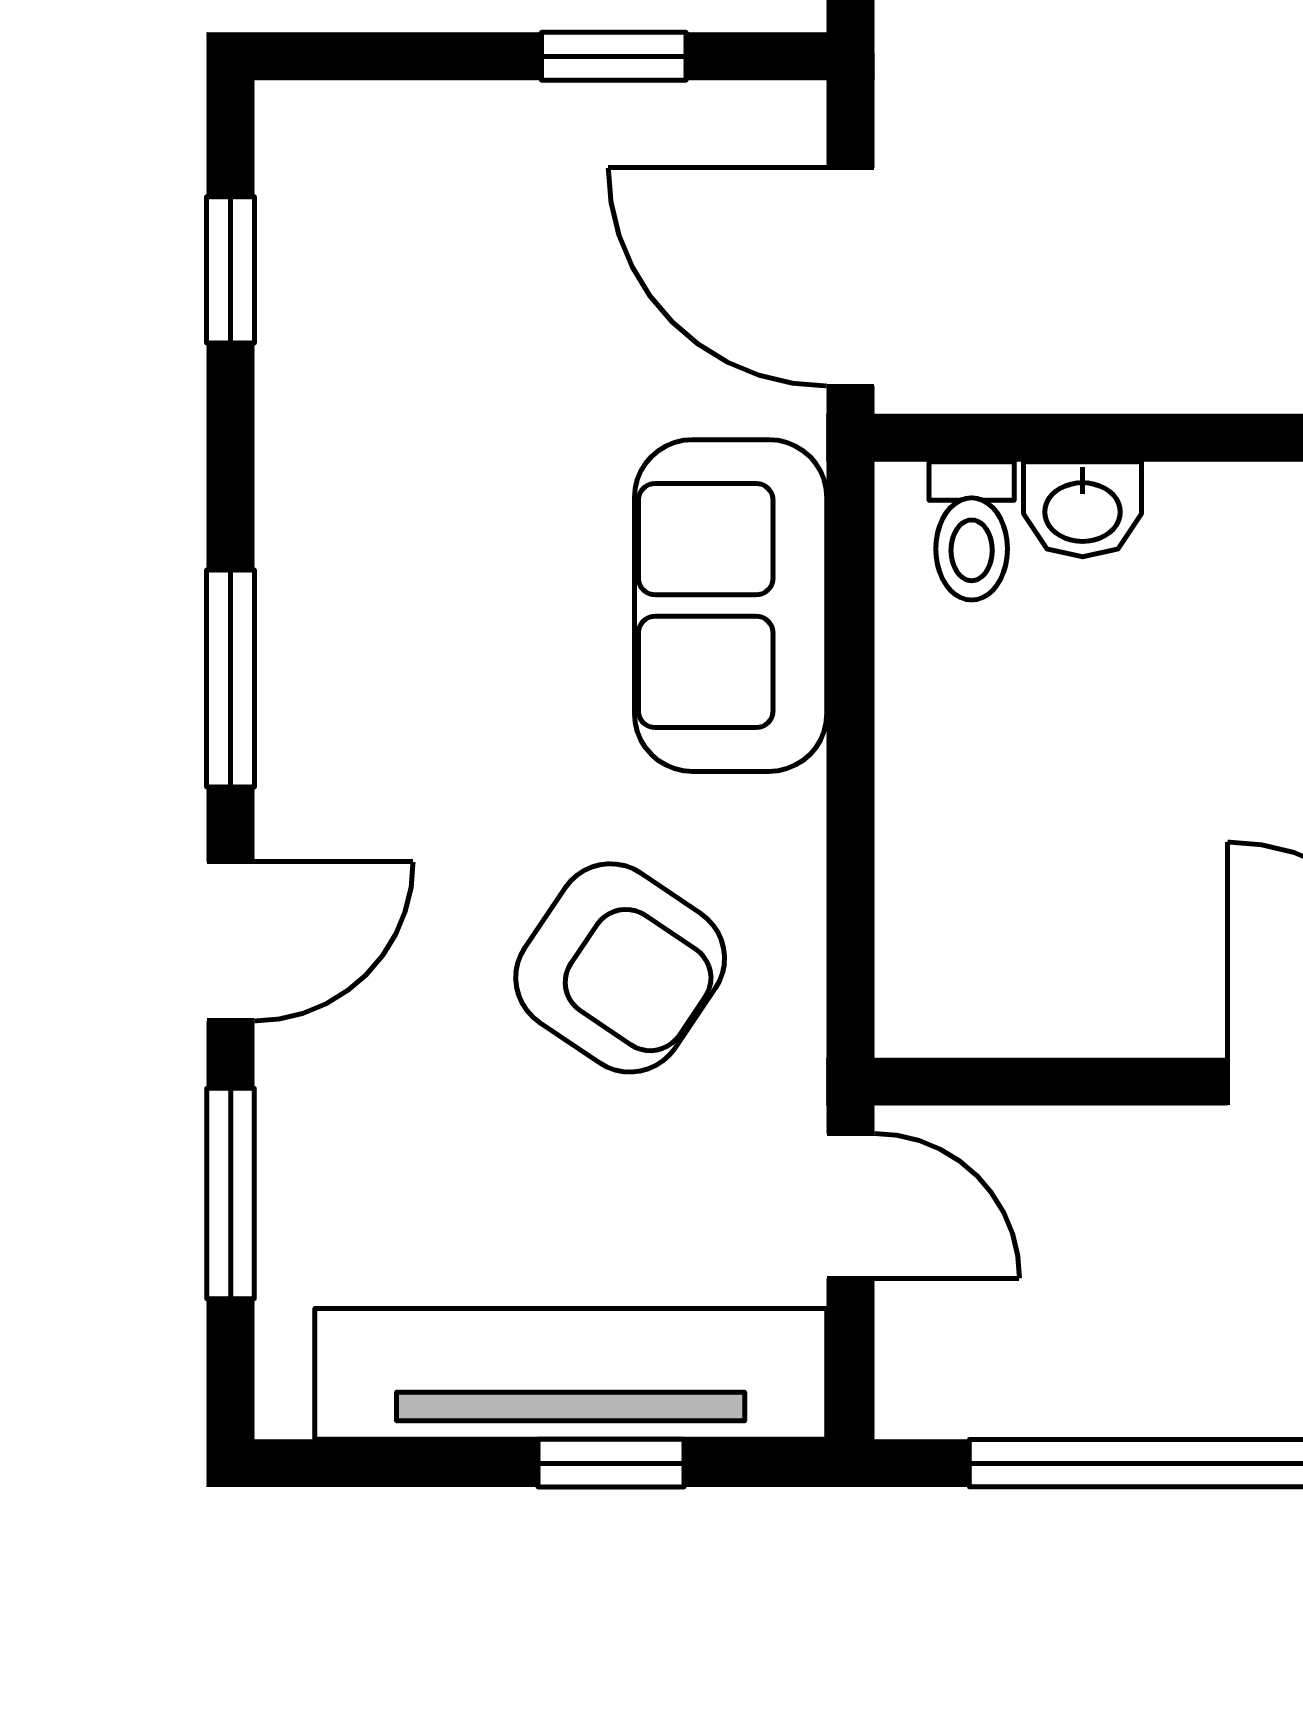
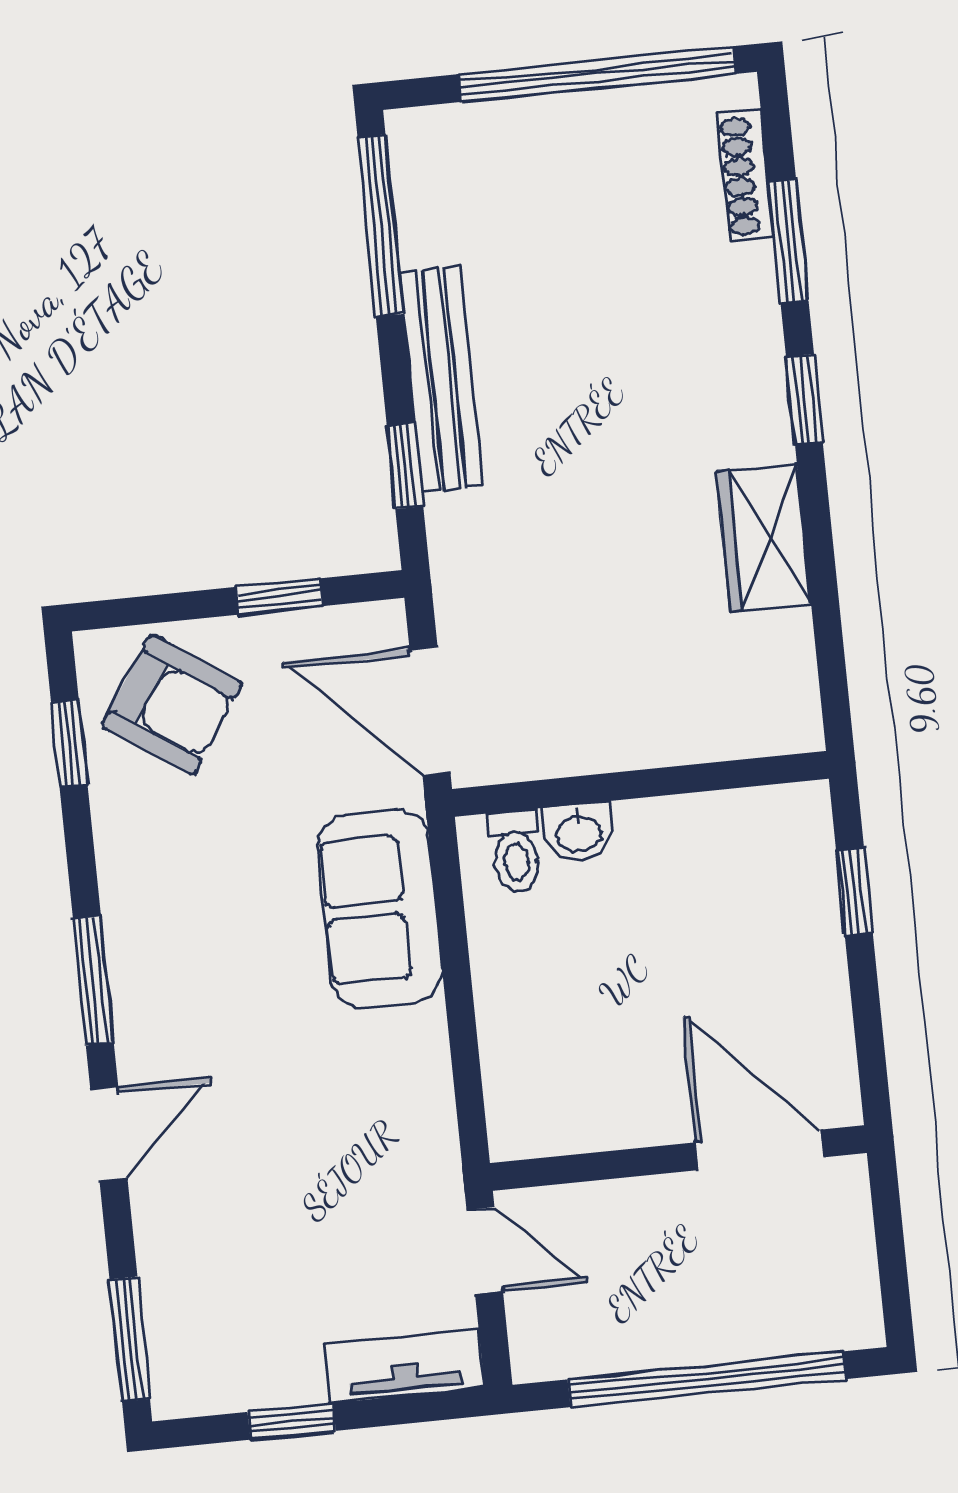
armchair: (620, 968) -> (172, 705), moved
window: (231, 1194) -> (130, 1339), moved
tv unit: (571, 1374) -> (404, 1366), width x0.52, depth x0.78
window: (611, 1463) -> (292, 1421), moved

